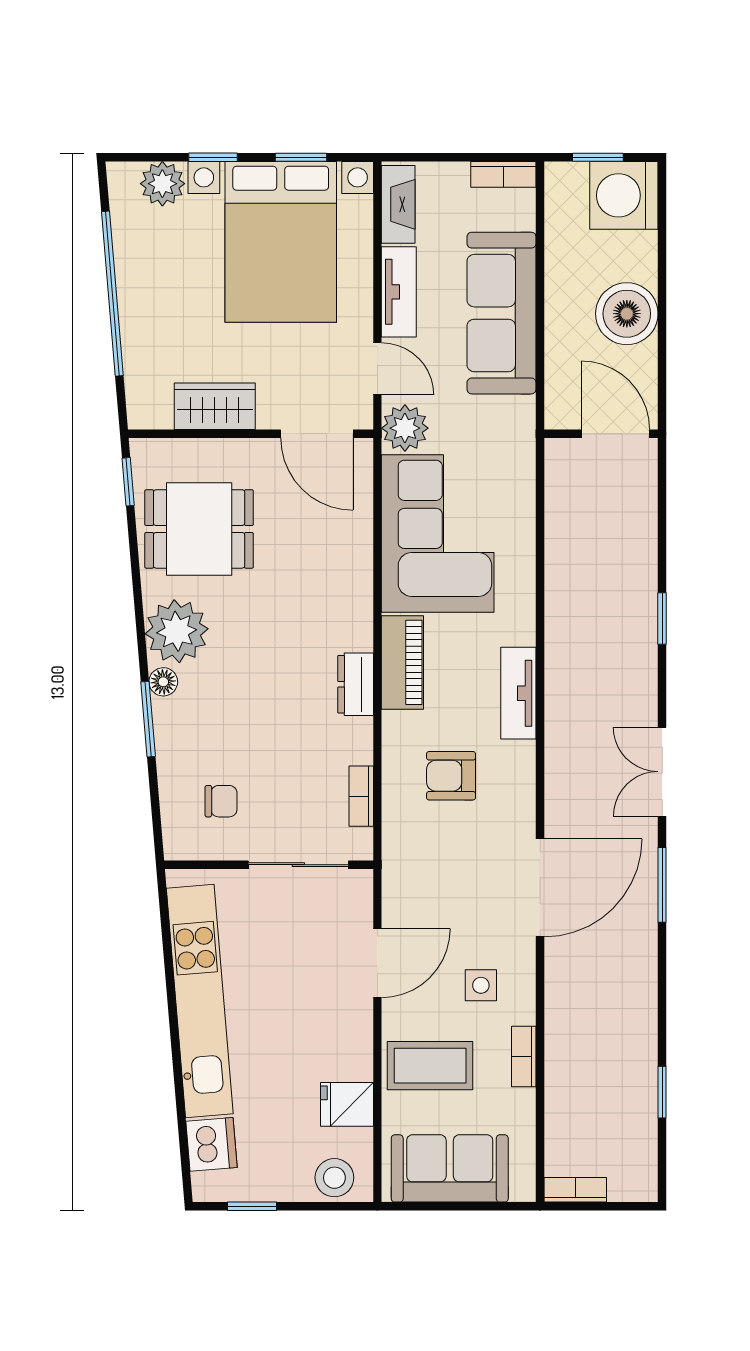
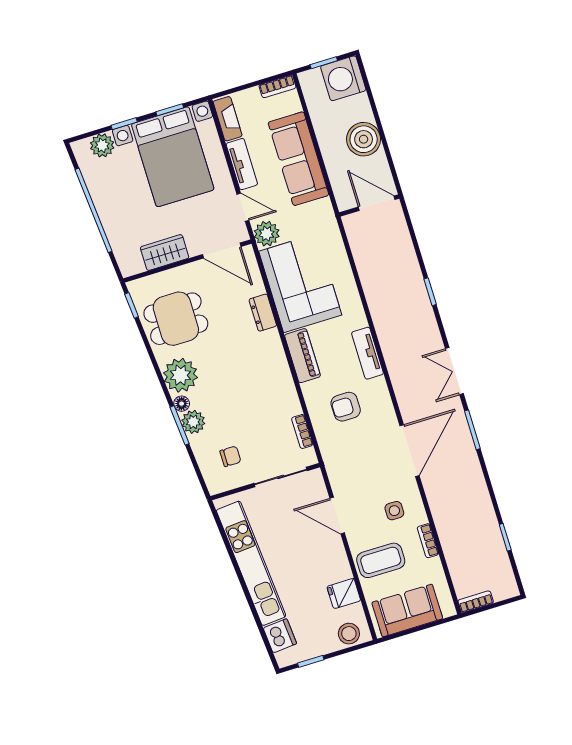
dresser: (356, 684) -> (263, 313), moved
plant: (174, 720) -> (193, 422), added
door: (377, 963) -> (337, 516), swing flipped

